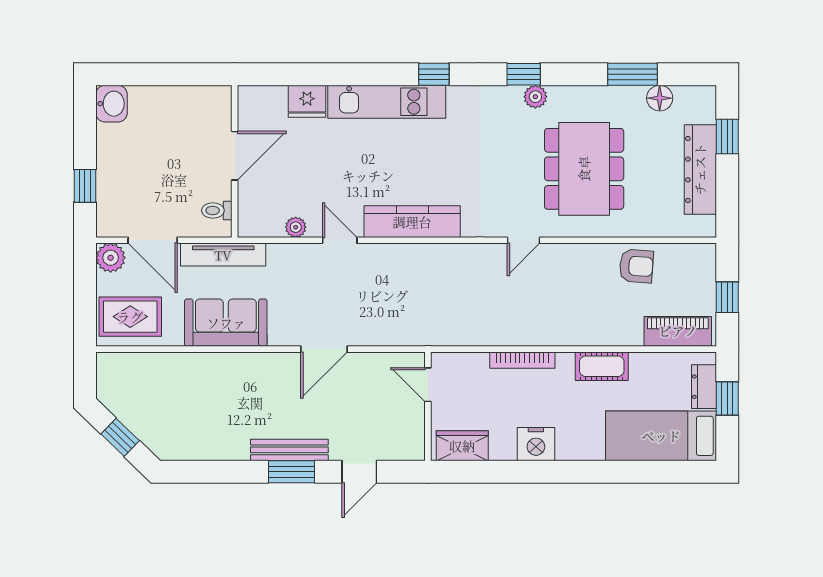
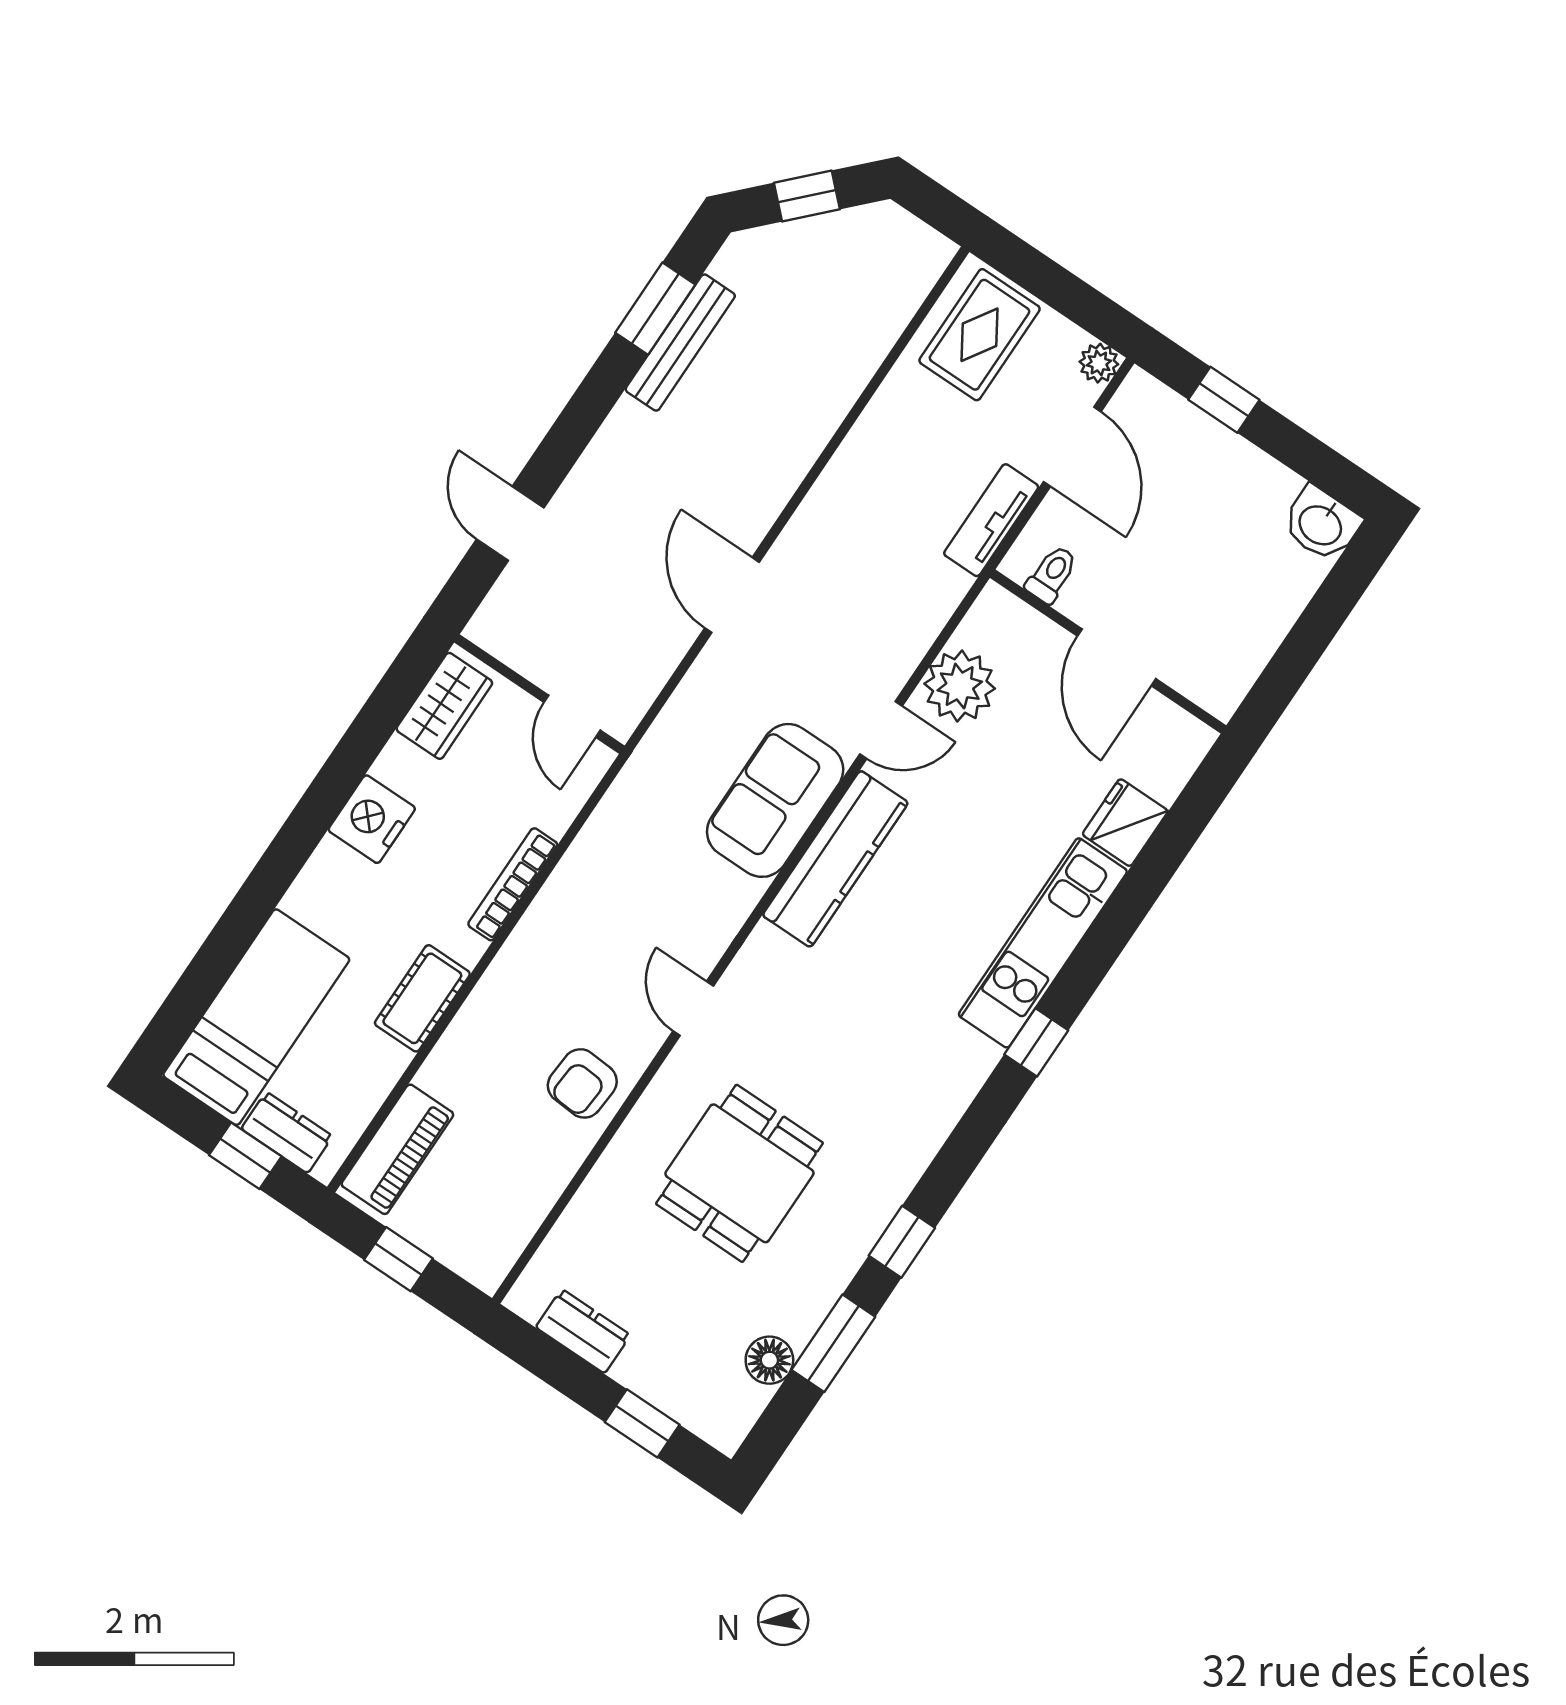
window: (524, 74) -> (902, 1242), moved
plant: (535, 97) -> (899, 1173), removed
dining table: (584, 169) -> (739, 1173), width x0.73
dresser: (700, 169) -> (583, 1331), width x0.51, depth x0.80
plant: (296, 227) -> (960, 686), width x1.88, depth x1.88
door: (153, 240) -> (1072, 447), swing flipped
tv unit: (223, 255) -> (991, 520), width x0.71
plant: (111, 258) -> (1099, 363), width x0.73, depth x0.73
armchair: (636, 266) -> (582, 1083), moved
sofa: (226, 323) -> (775, 800), moved, turned 180
door: (428, 385) -> (572, 716), swing flipped
bench: (289, 450) -> (680, 343), moved
window: (292, 472) -> (655, 309), moved

